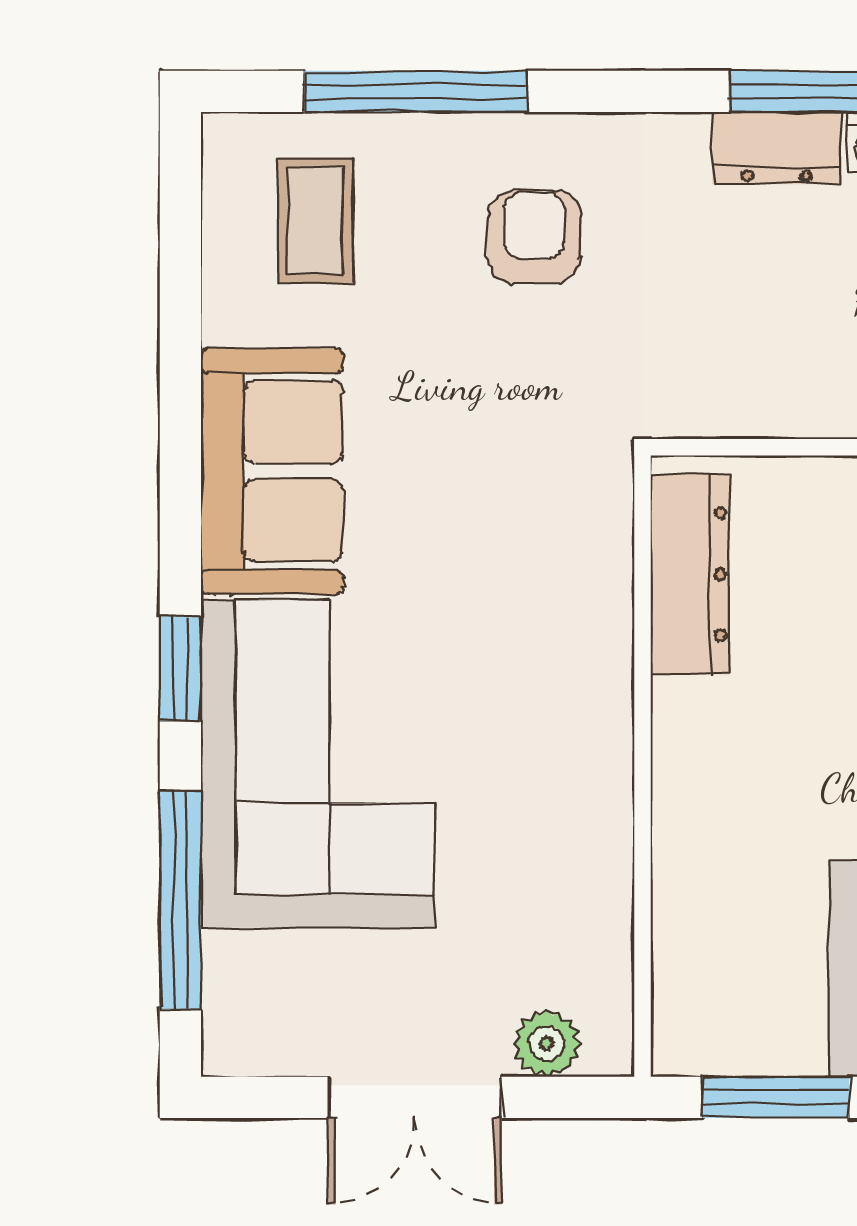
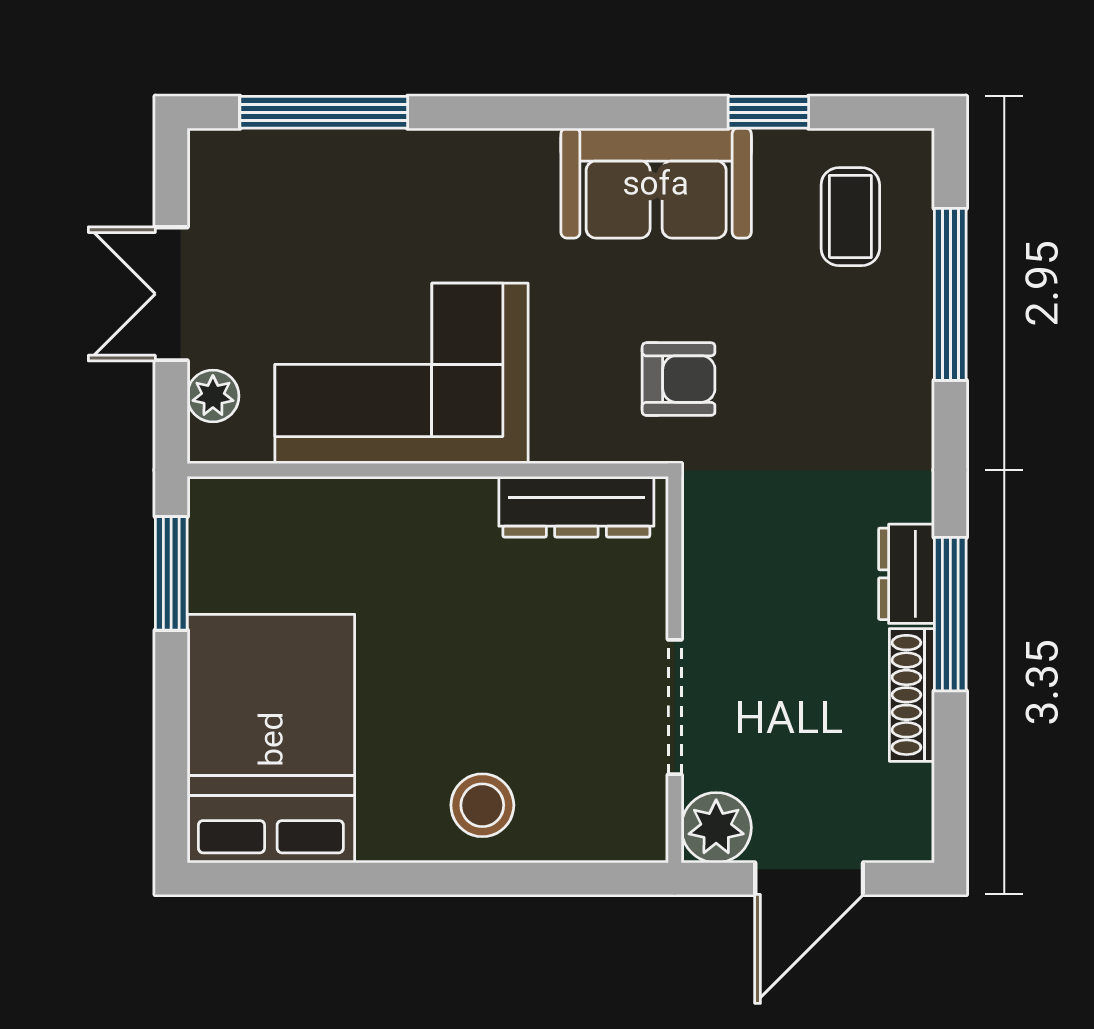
coffee table: (315, 220) -> (850, 217), turned 90
armchair: (534, 237) -> (679, 379), moved
window: (180, 668) -> (768, 112), moved
corner sofa: (318, 764) -> (402, 373), moved, turned 180

